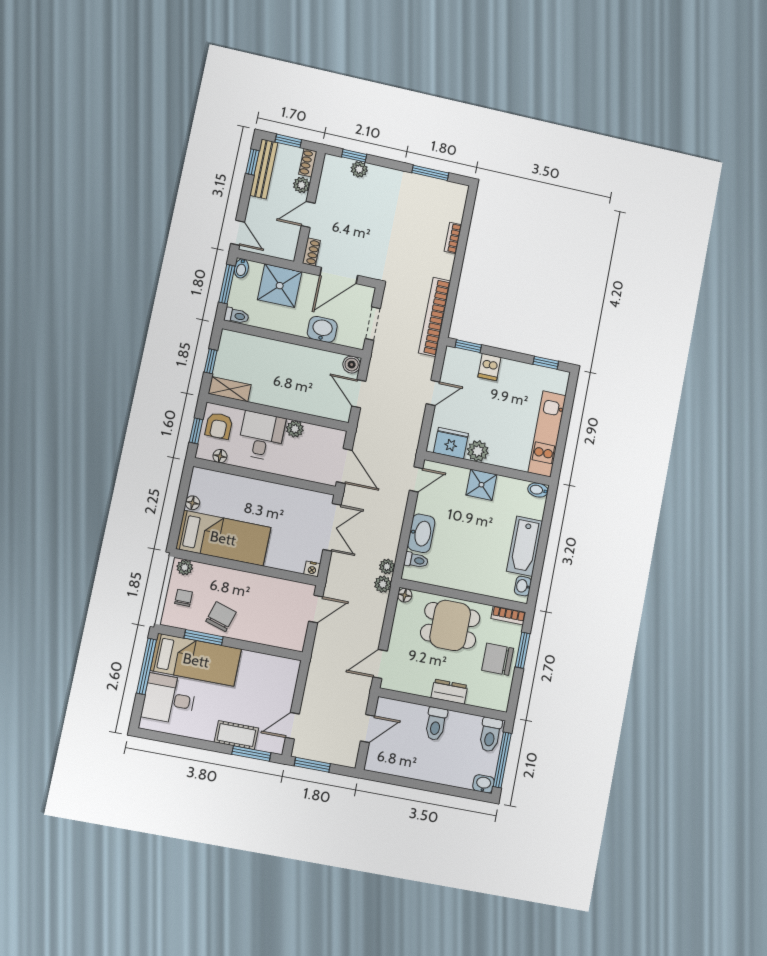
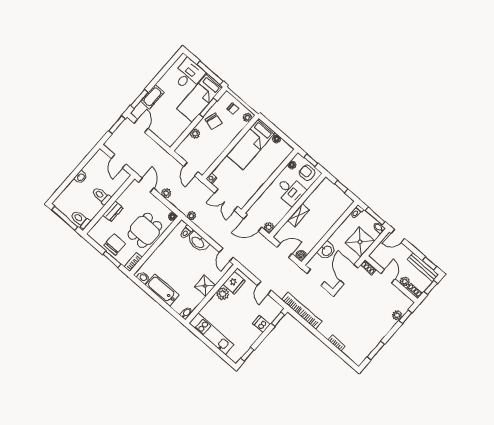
shelving: (230, 389) -> (299, 215), moved
plant: (295, 429) -> (269, 227), moved
plant: (383, 584) -> (166, 193), moved
plant: (257, 635) -> (195, 134), added
washbasin: (483, 784) -> (81, 177), moved

